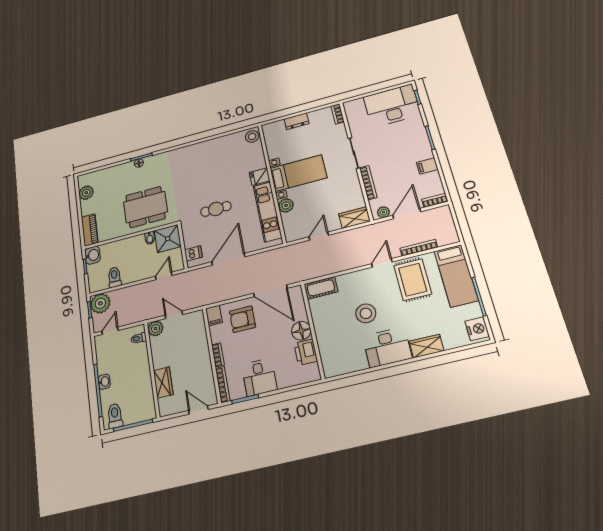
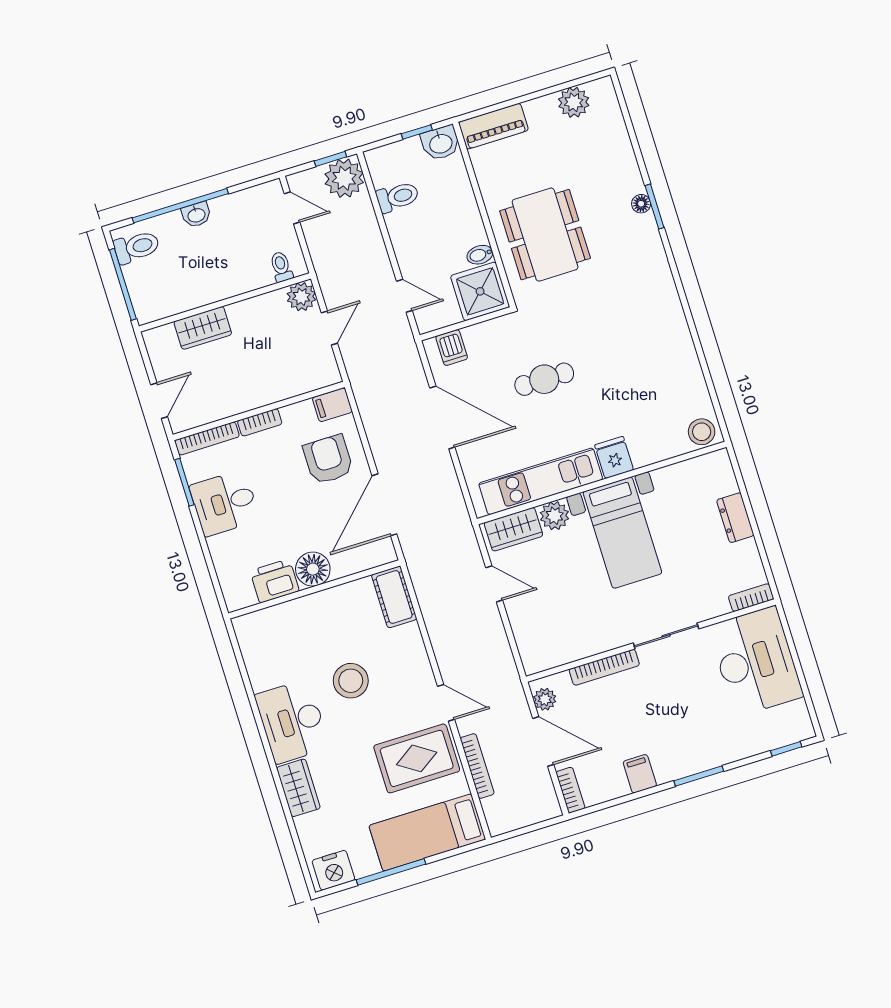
desk: (392, 106) -> (756, 661), moved
cafe table: (216, 209) -> (544, 379), turned 90
wardrobe: (354, 218) -> (513, 529), moved, turned 90

